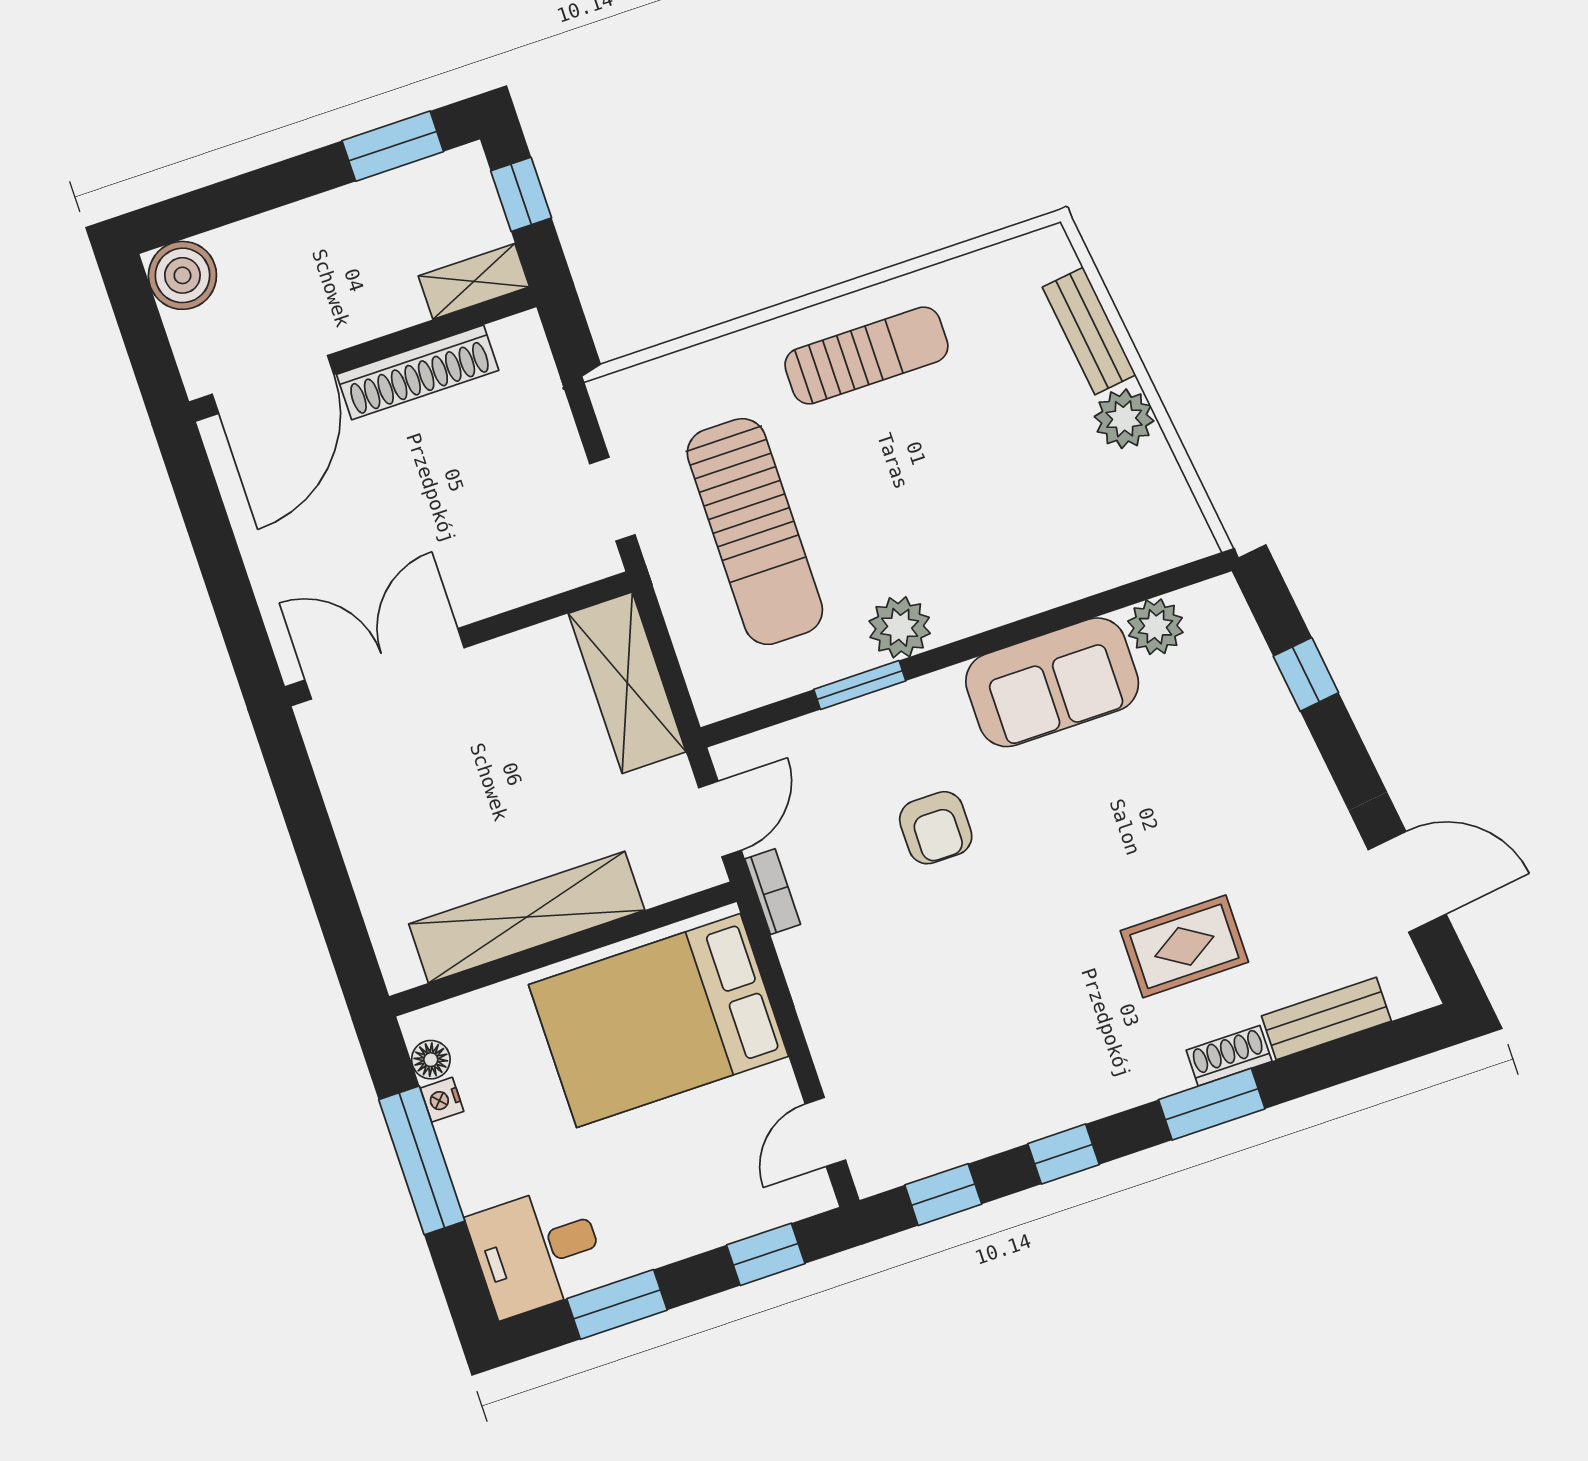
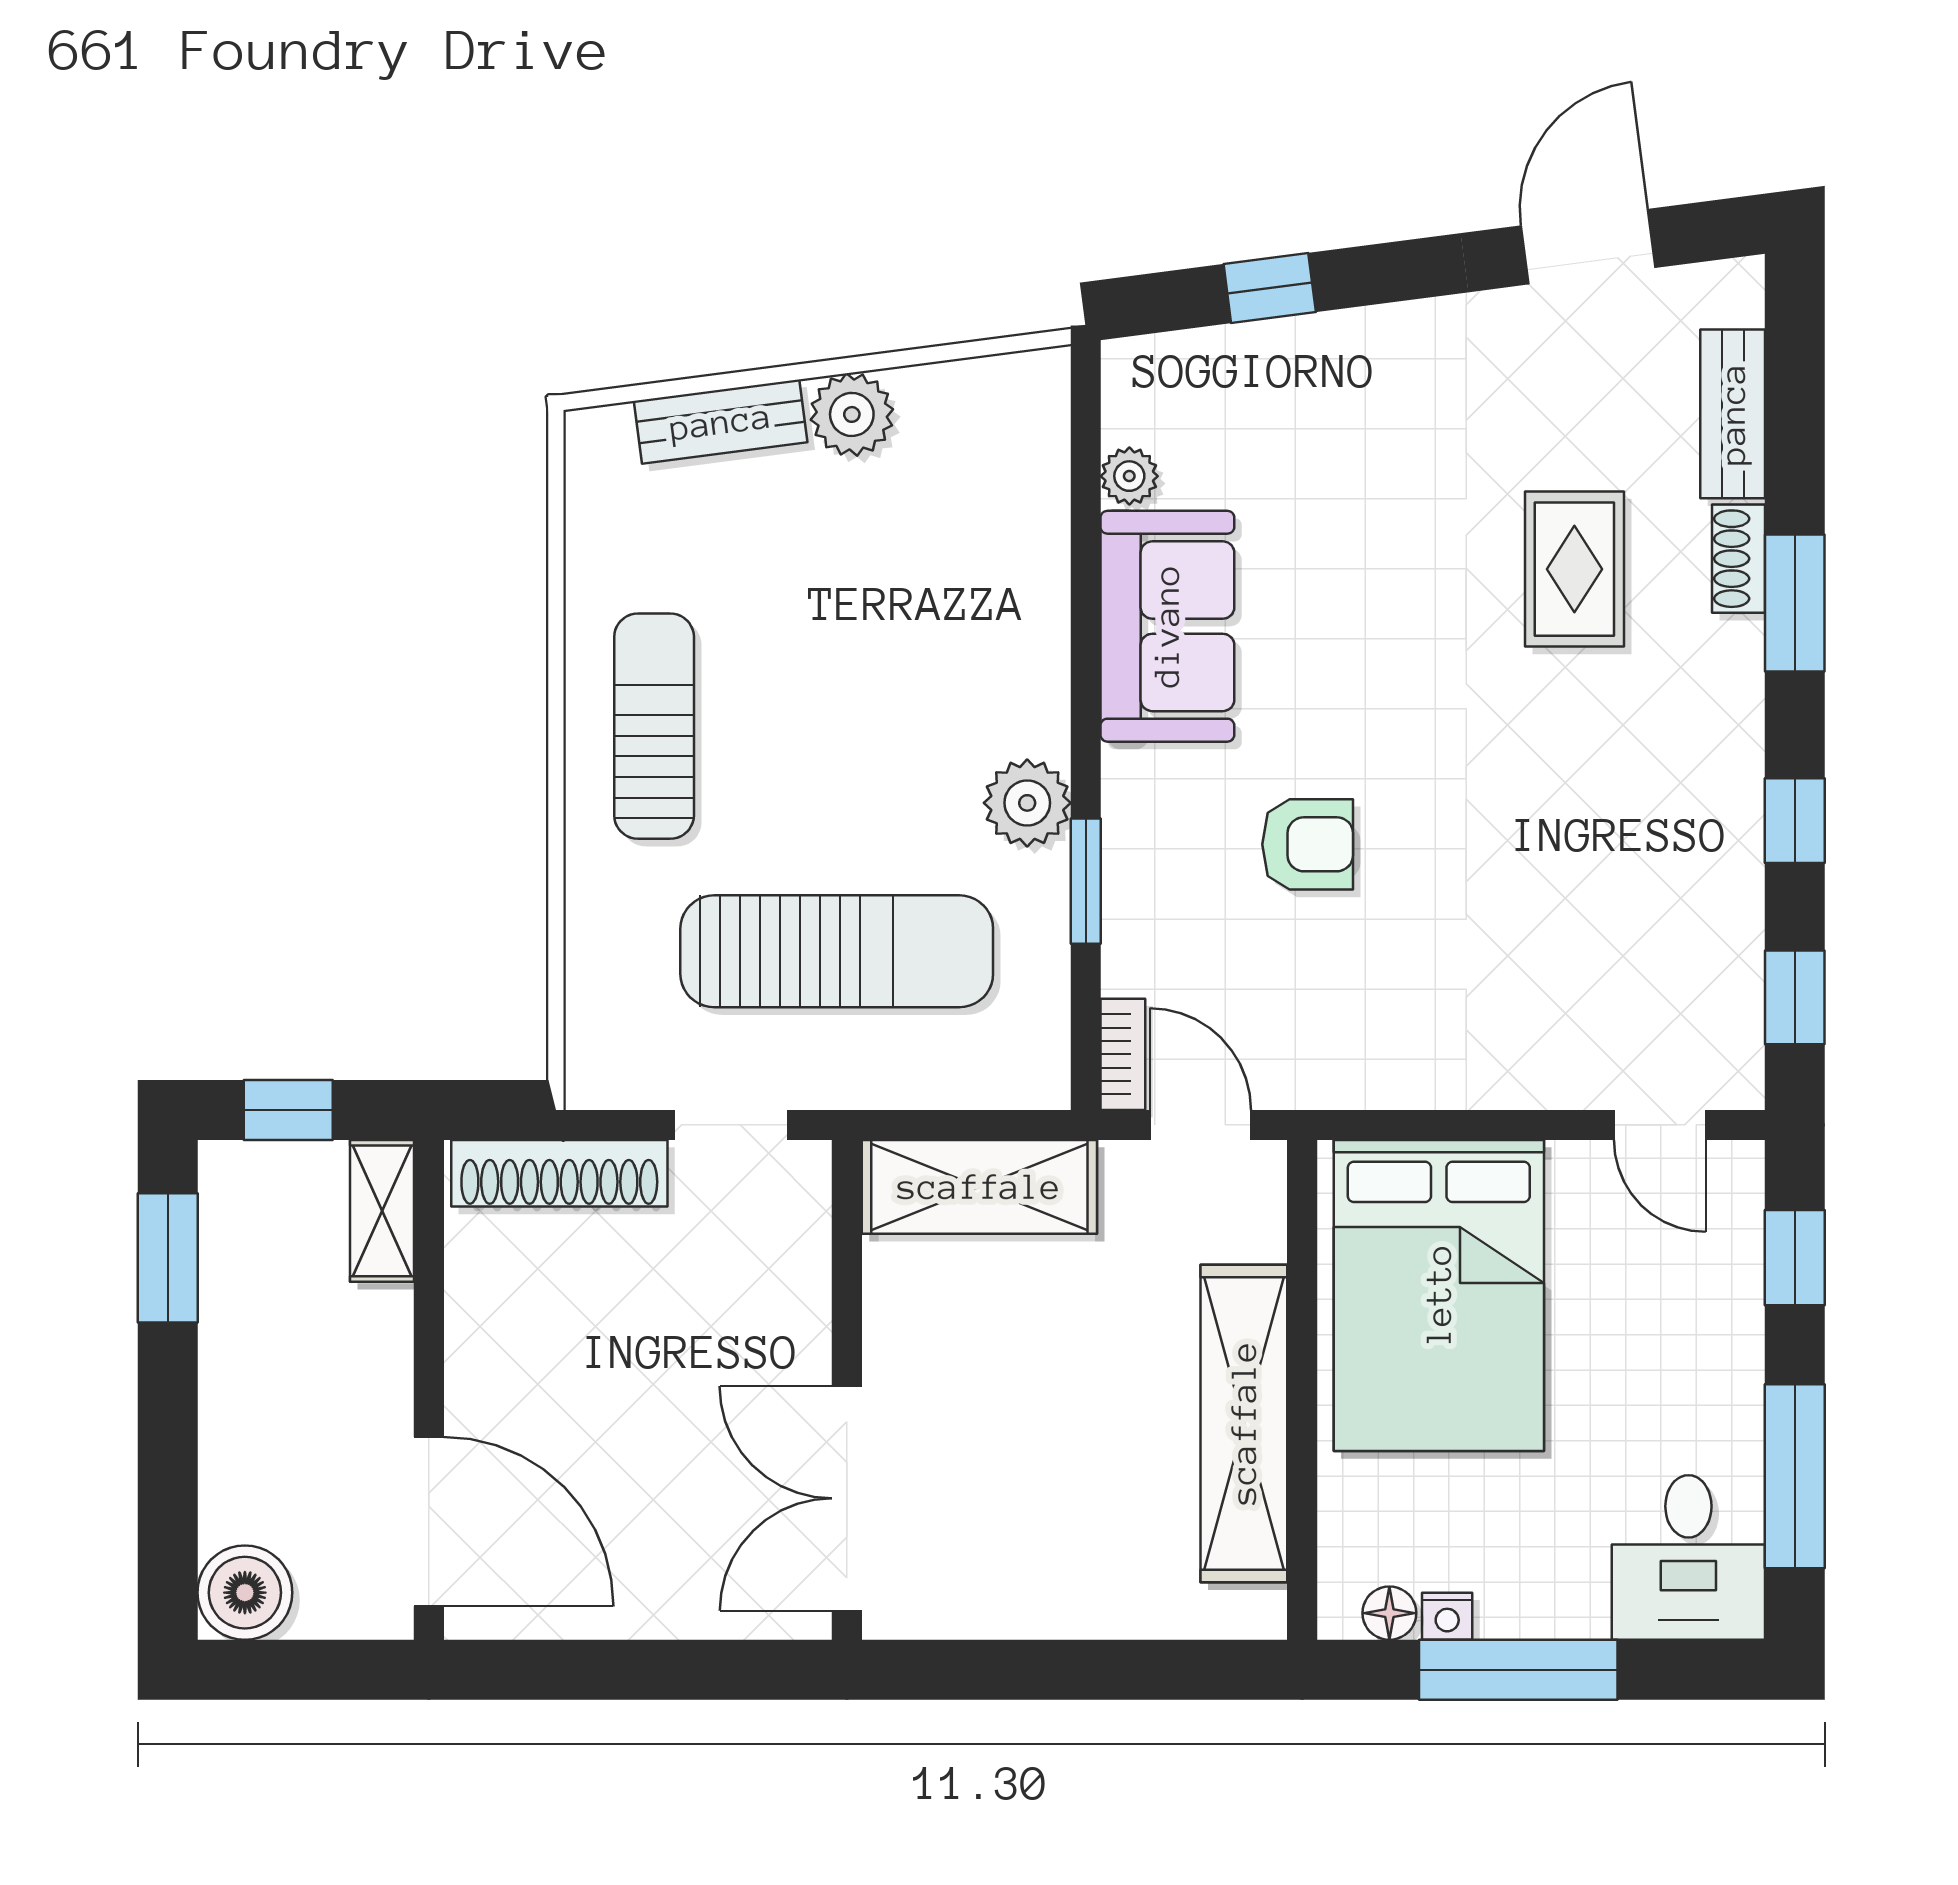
shoe rack: (418, 372) -> (559, 1173), moved, turned 90
plant: (1155, 627) -> (1129, 476), width x0.73, depth x0.73
bookcase: (773, 892) -> (1123, 1054), moved, turned 90
window: (617, 1304) -> (1795, 1476), width x1.44

